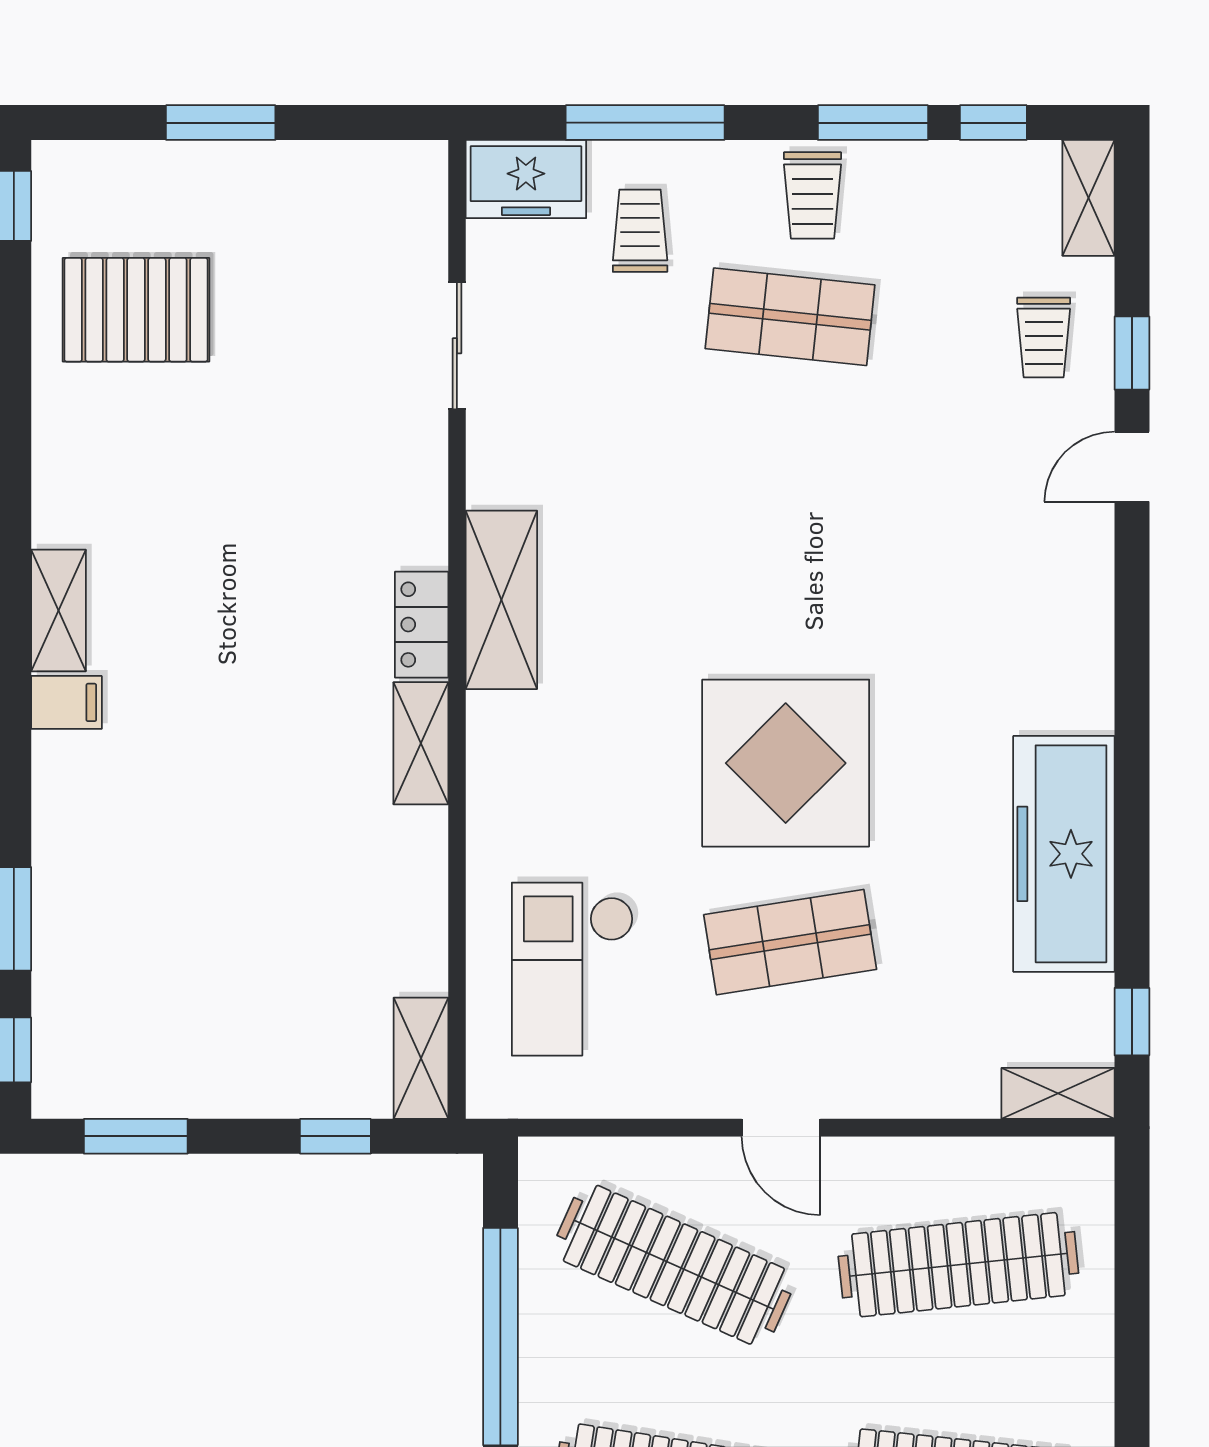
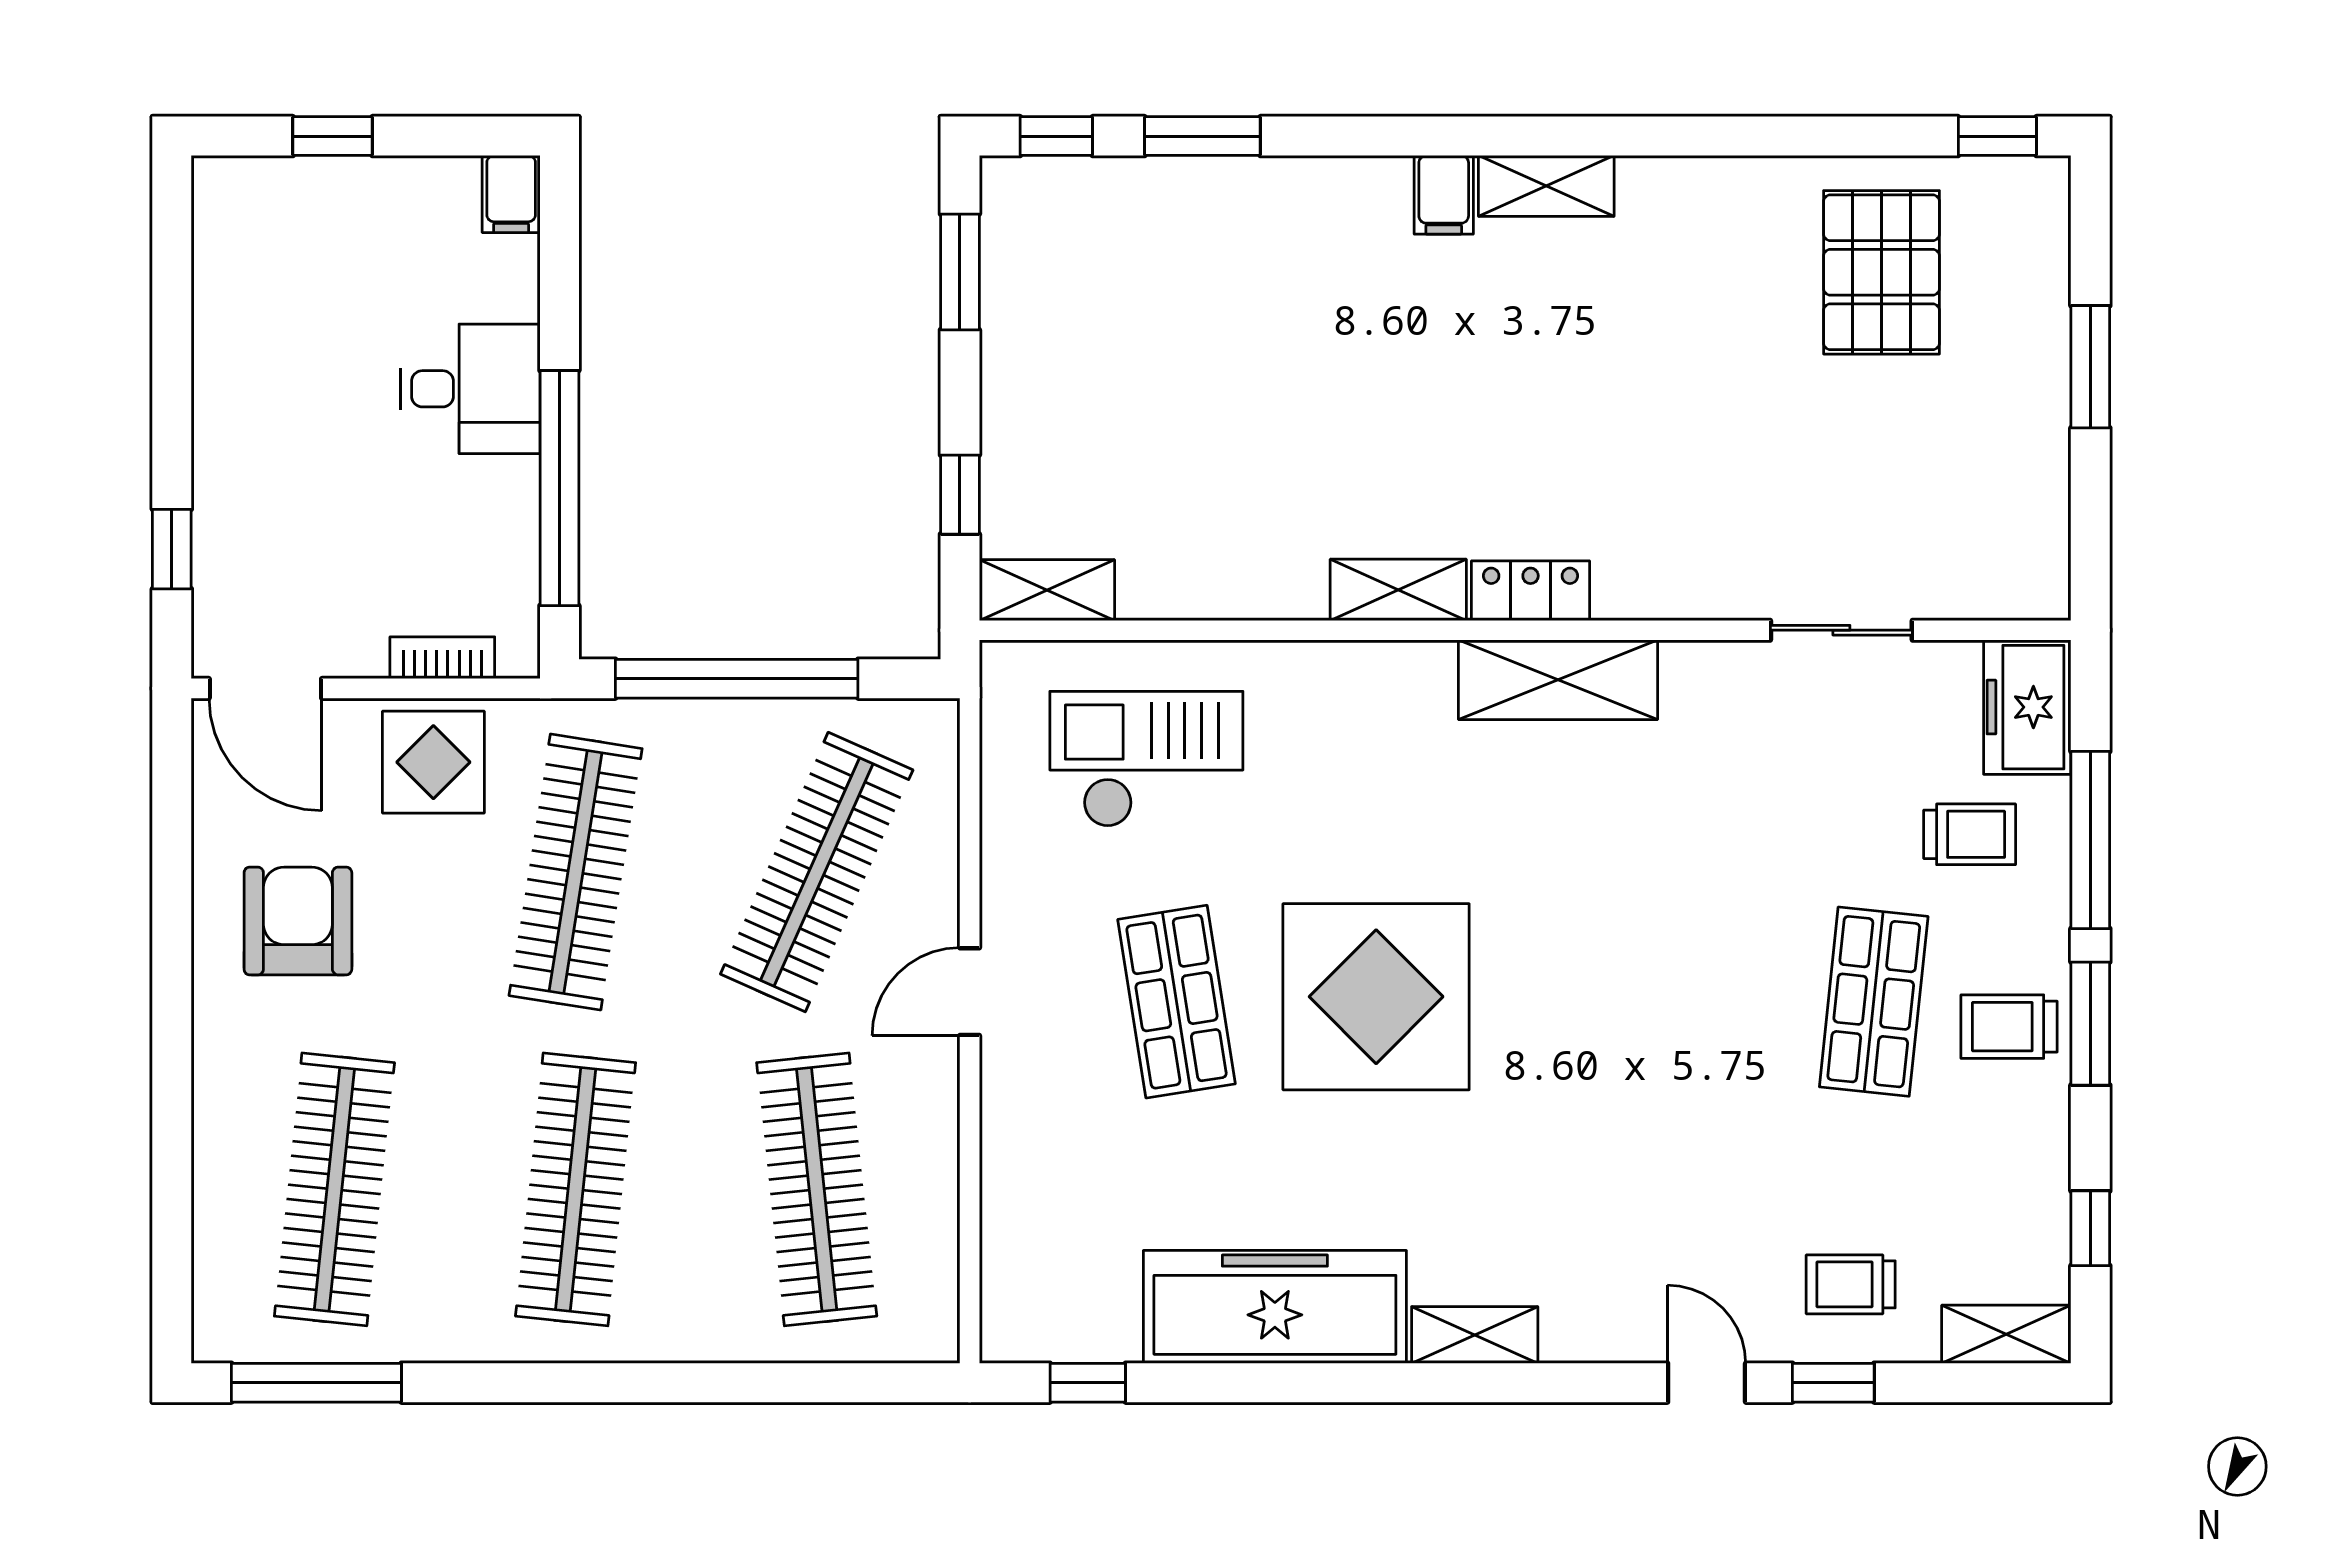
window: (873, 123) -> (2090, 1024), moved
shelving: (1058, 1093) -> (1475, 1335), moved, turned 90

